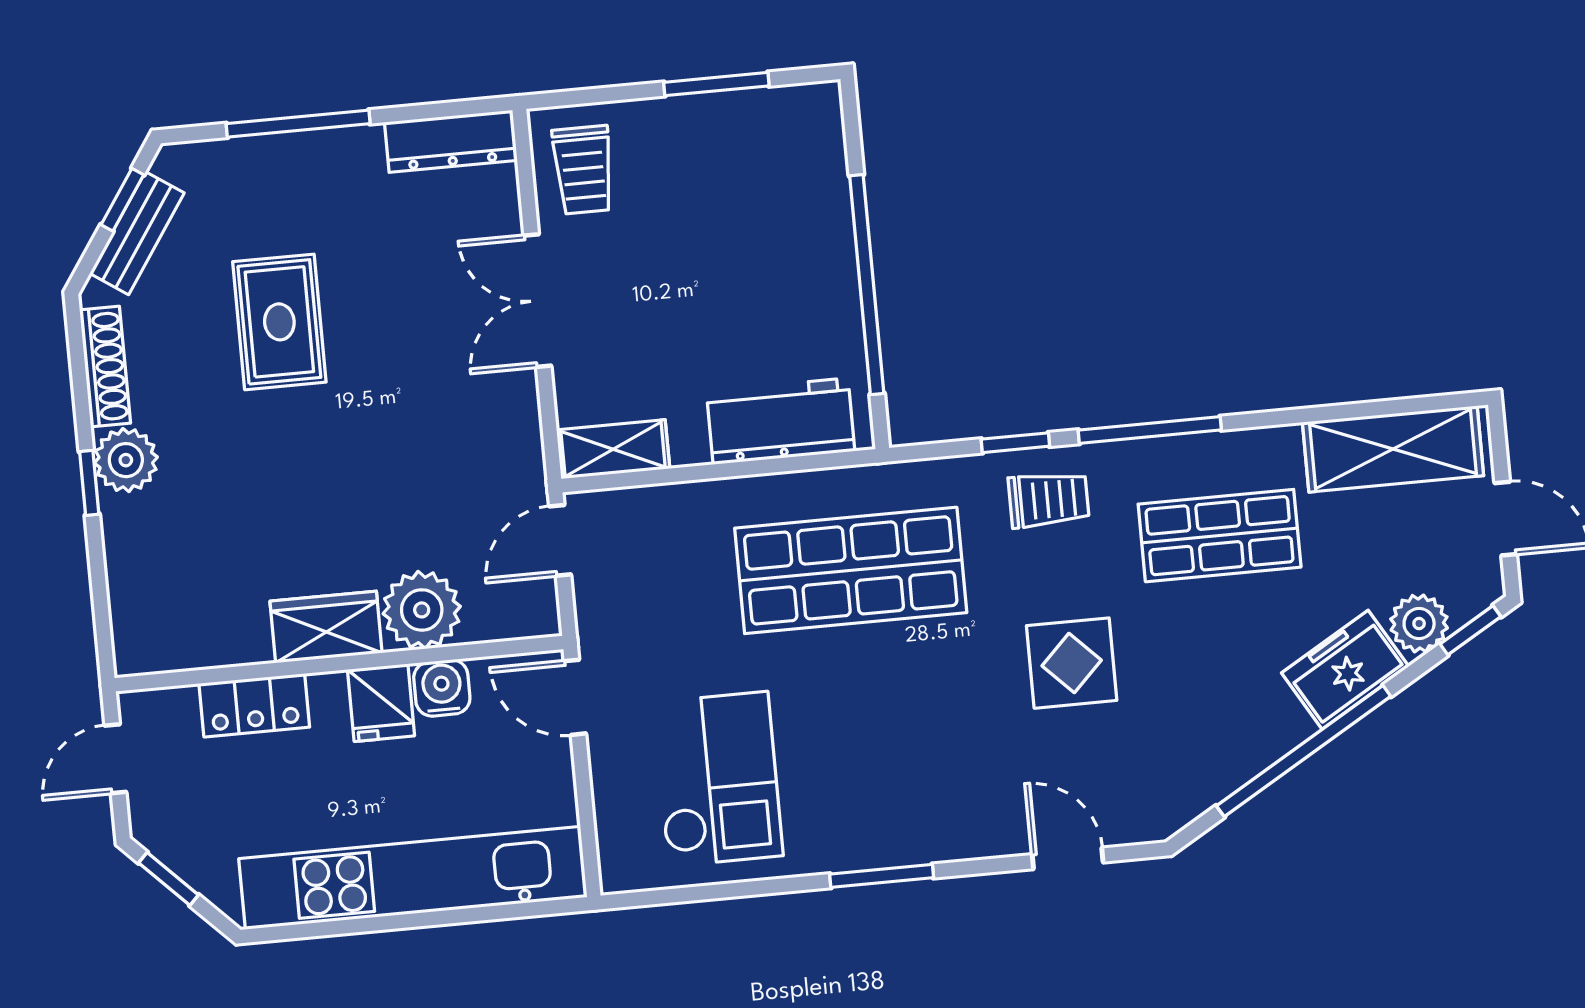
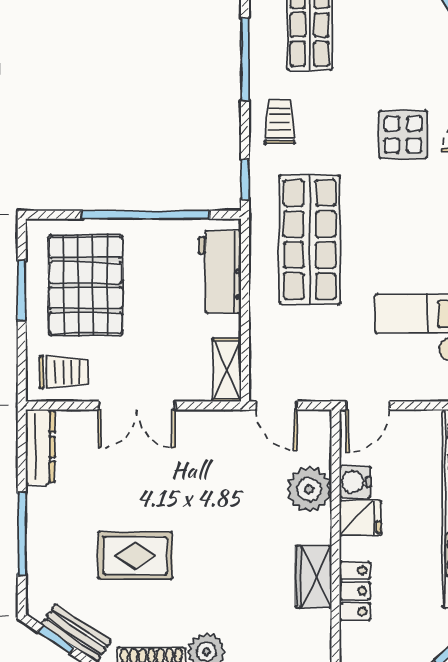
pallet: (736, 193) -> (86, 285), added
window: (1015, 443) -> (245, 180), moved
wardrobe: (326, 627) -> (314, 577), moved
display table: (1072, 663) -> (403, 135), moved

